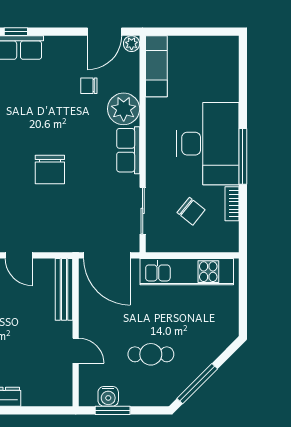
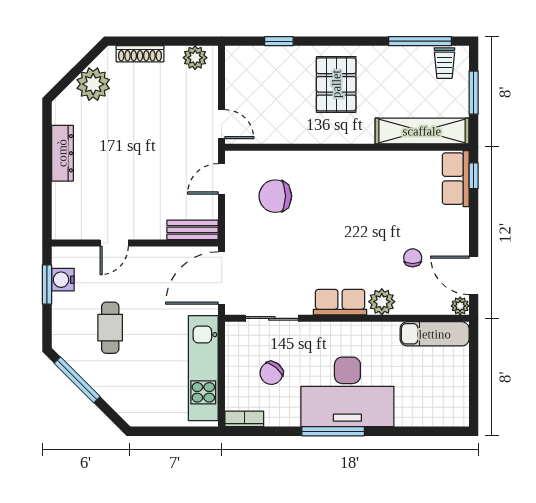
plant: (124, 109) -> (382, 302), width x0.73, depth x0.73
chair: (50, 169) -> (275, 196), moved
bookcase: (232, 204) -> (244, 419), moved
bench: (64, 289) -> (193, 230), width x0.73

